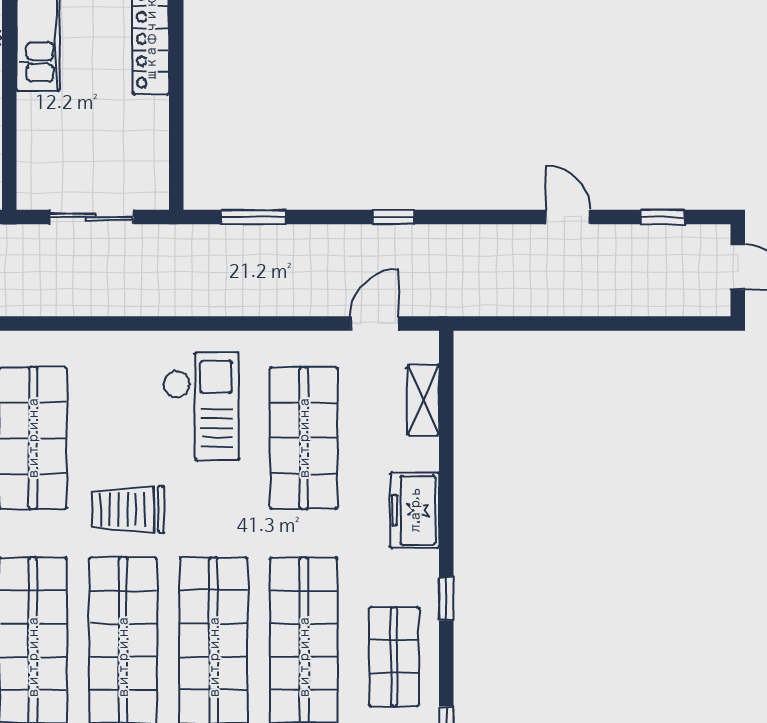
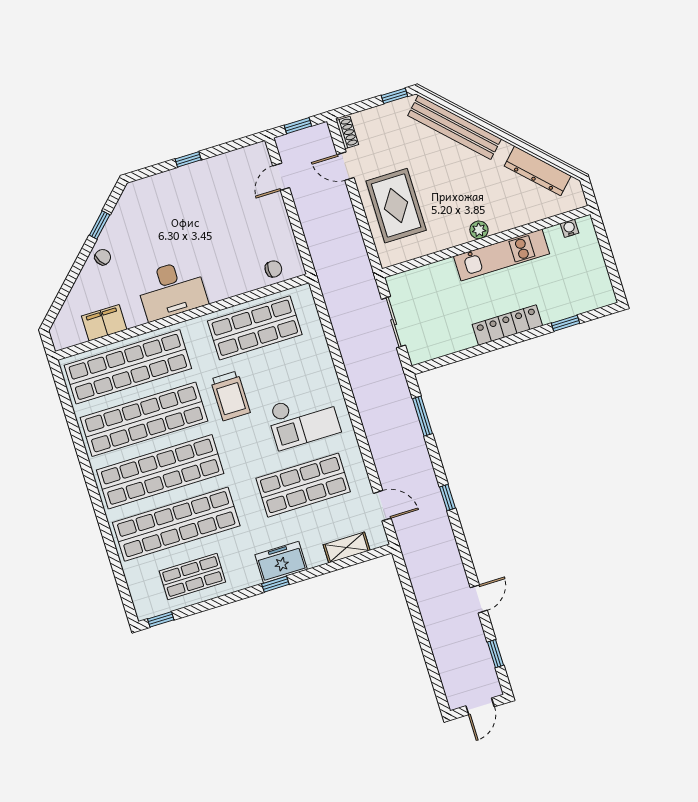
trolley: (128, 510) -> (230, 396), turned 180
window: (446, 599) -> (275, 584), moved

